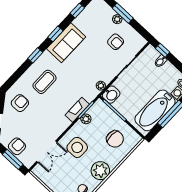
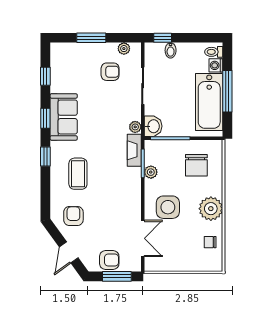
plant: (117, 19) -> (124, 49), moved
fireplace: (77, 110) -> (134, 150), moved
chair: (115, 139) -> (196, 165), turned 87
armchair: (17, 146) -> (109, 260), turned 89

